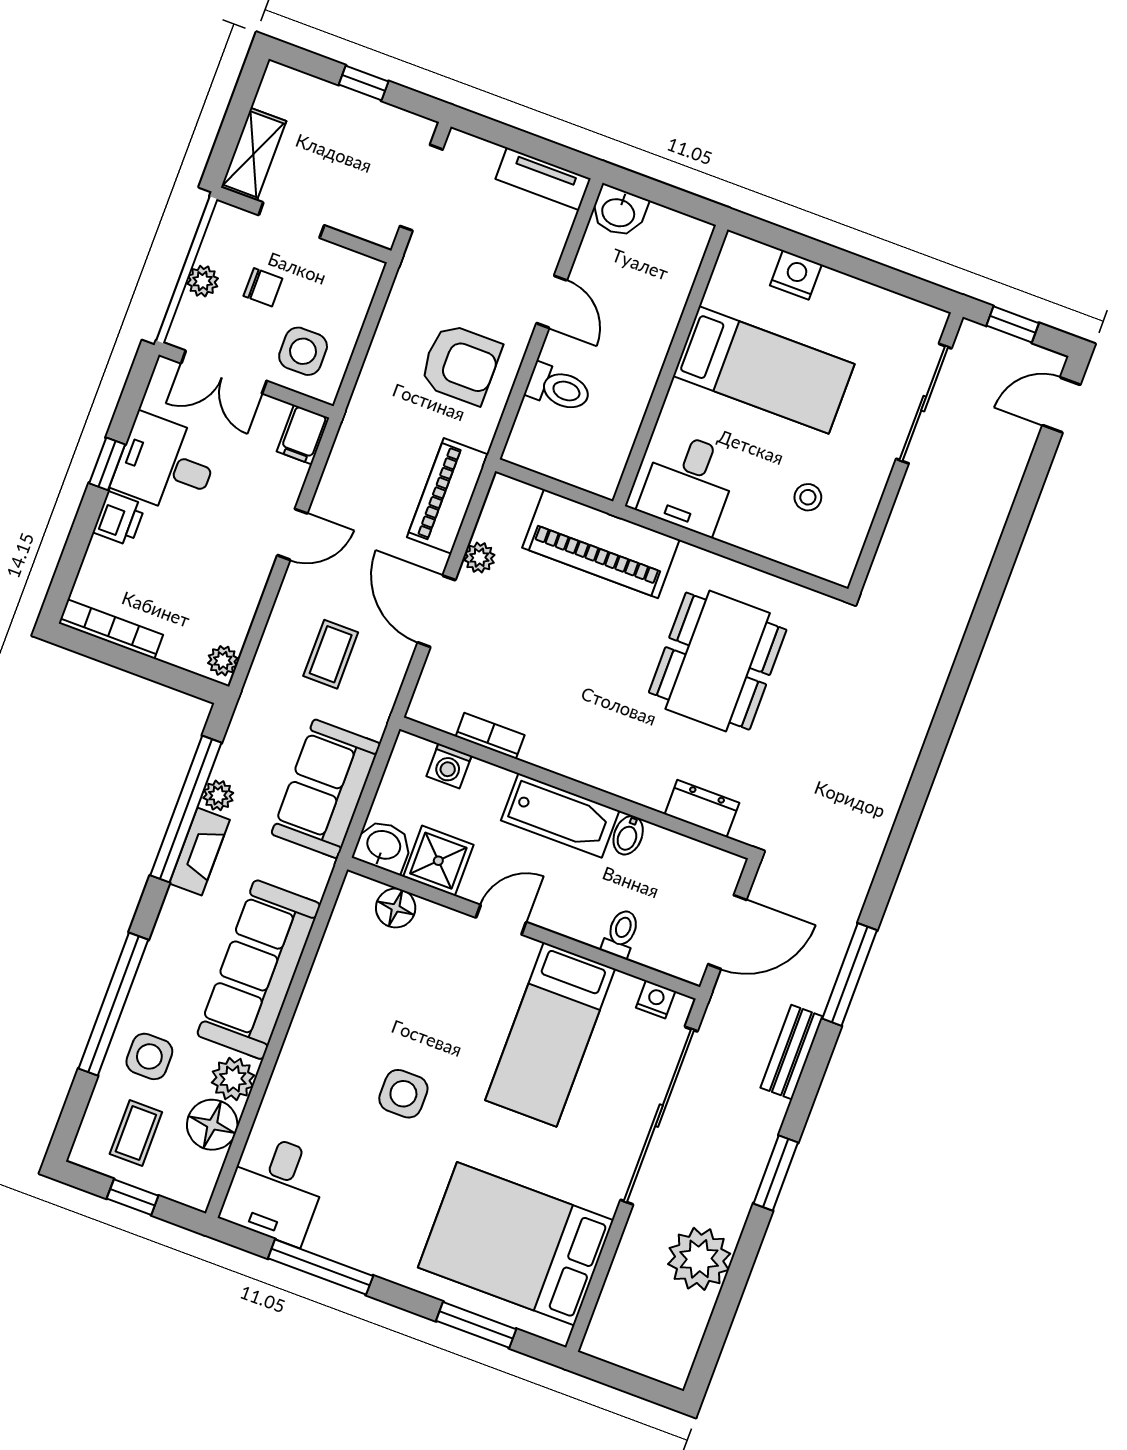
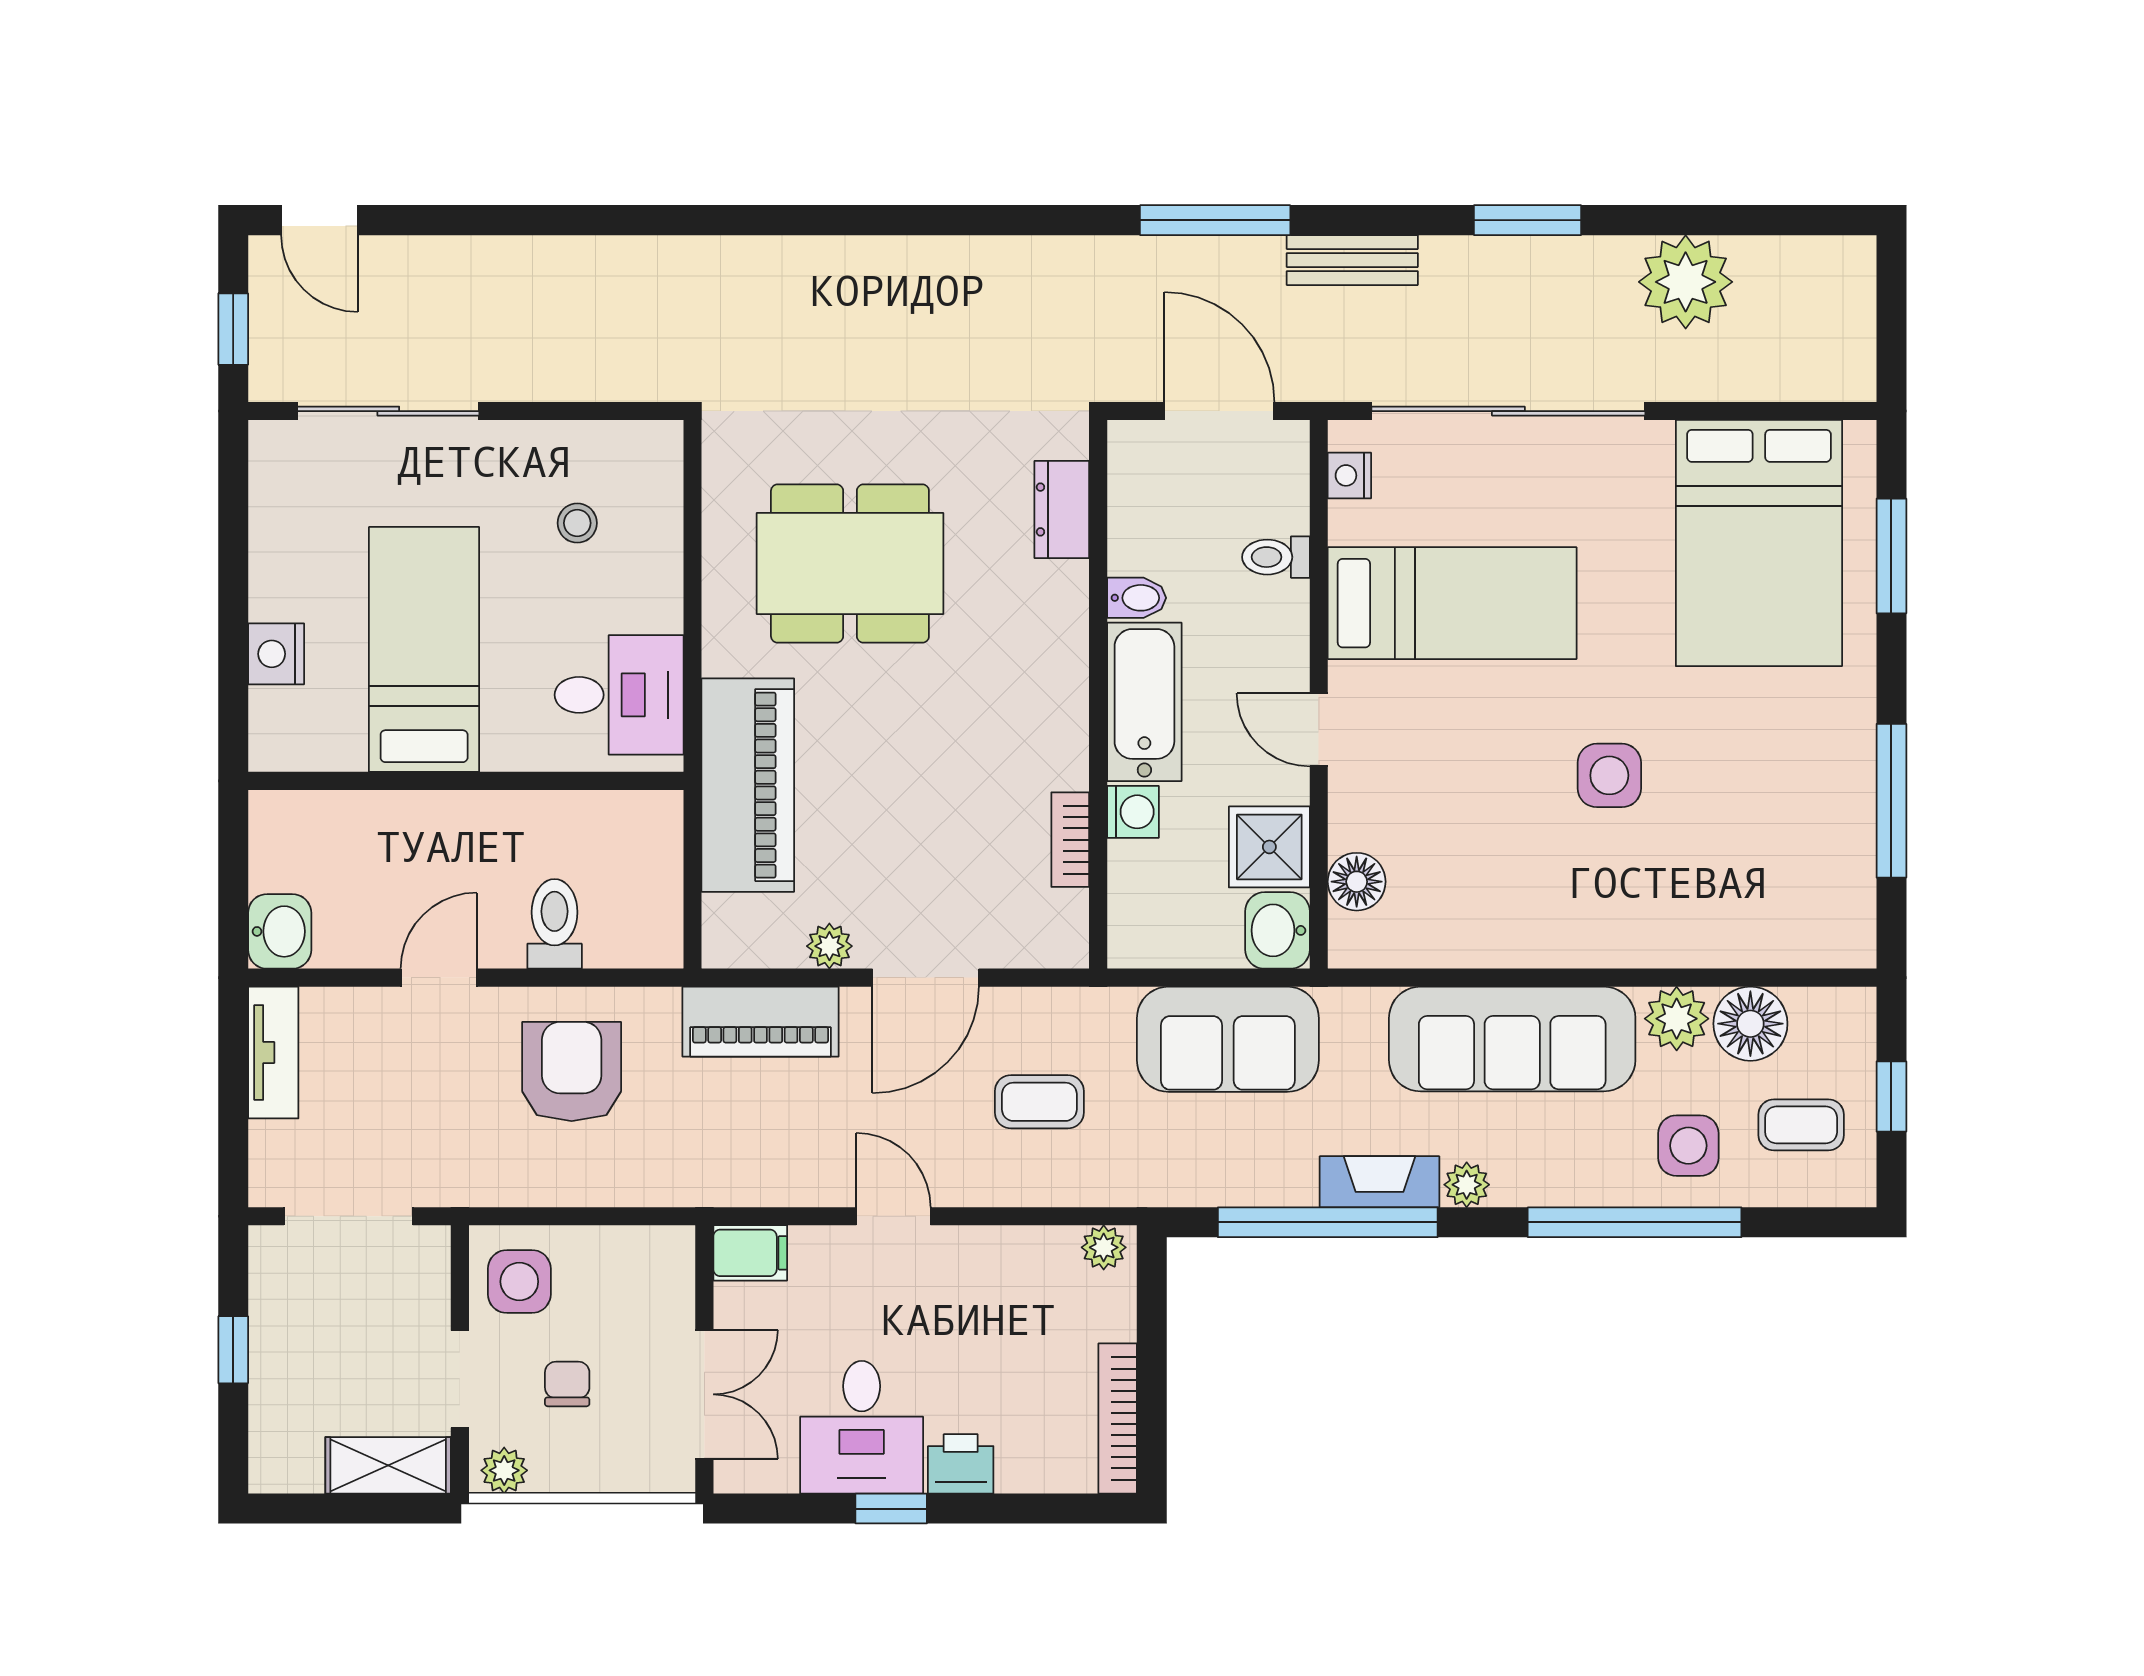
plant: (203, 281) -> (504, 1470), moved
side table: (303, 351) -> (519, 1282), moved
washing machine: (449, 766) -> (1133, 812), moved
plant: (218, 795) -> (1467, 1185), moved
desk: (275, 1189) -> (1806, 904), removed

